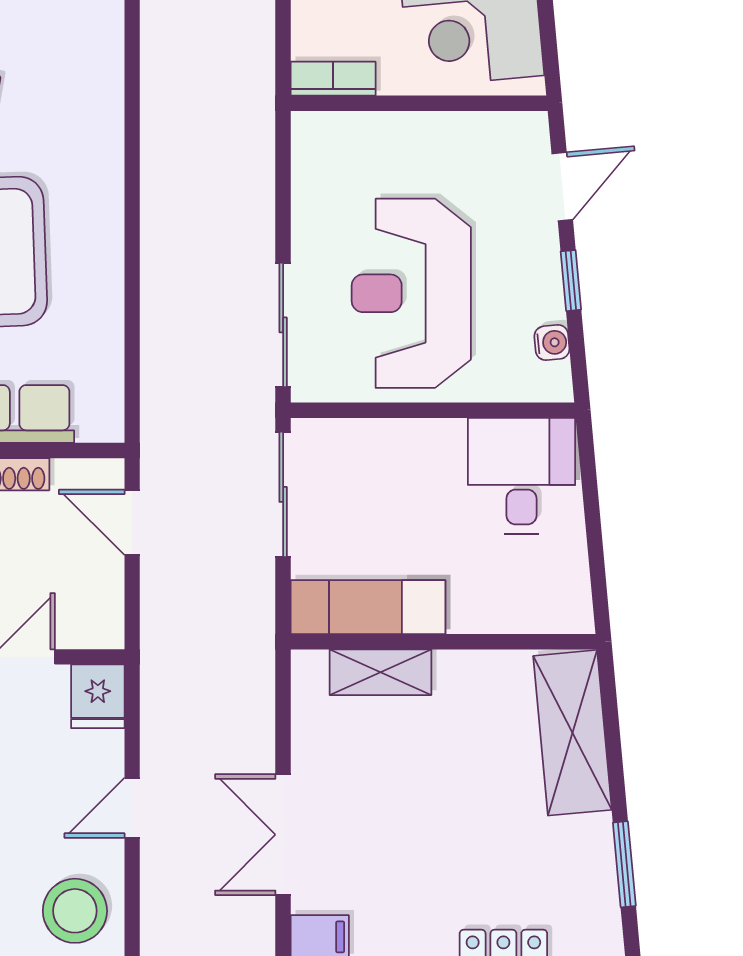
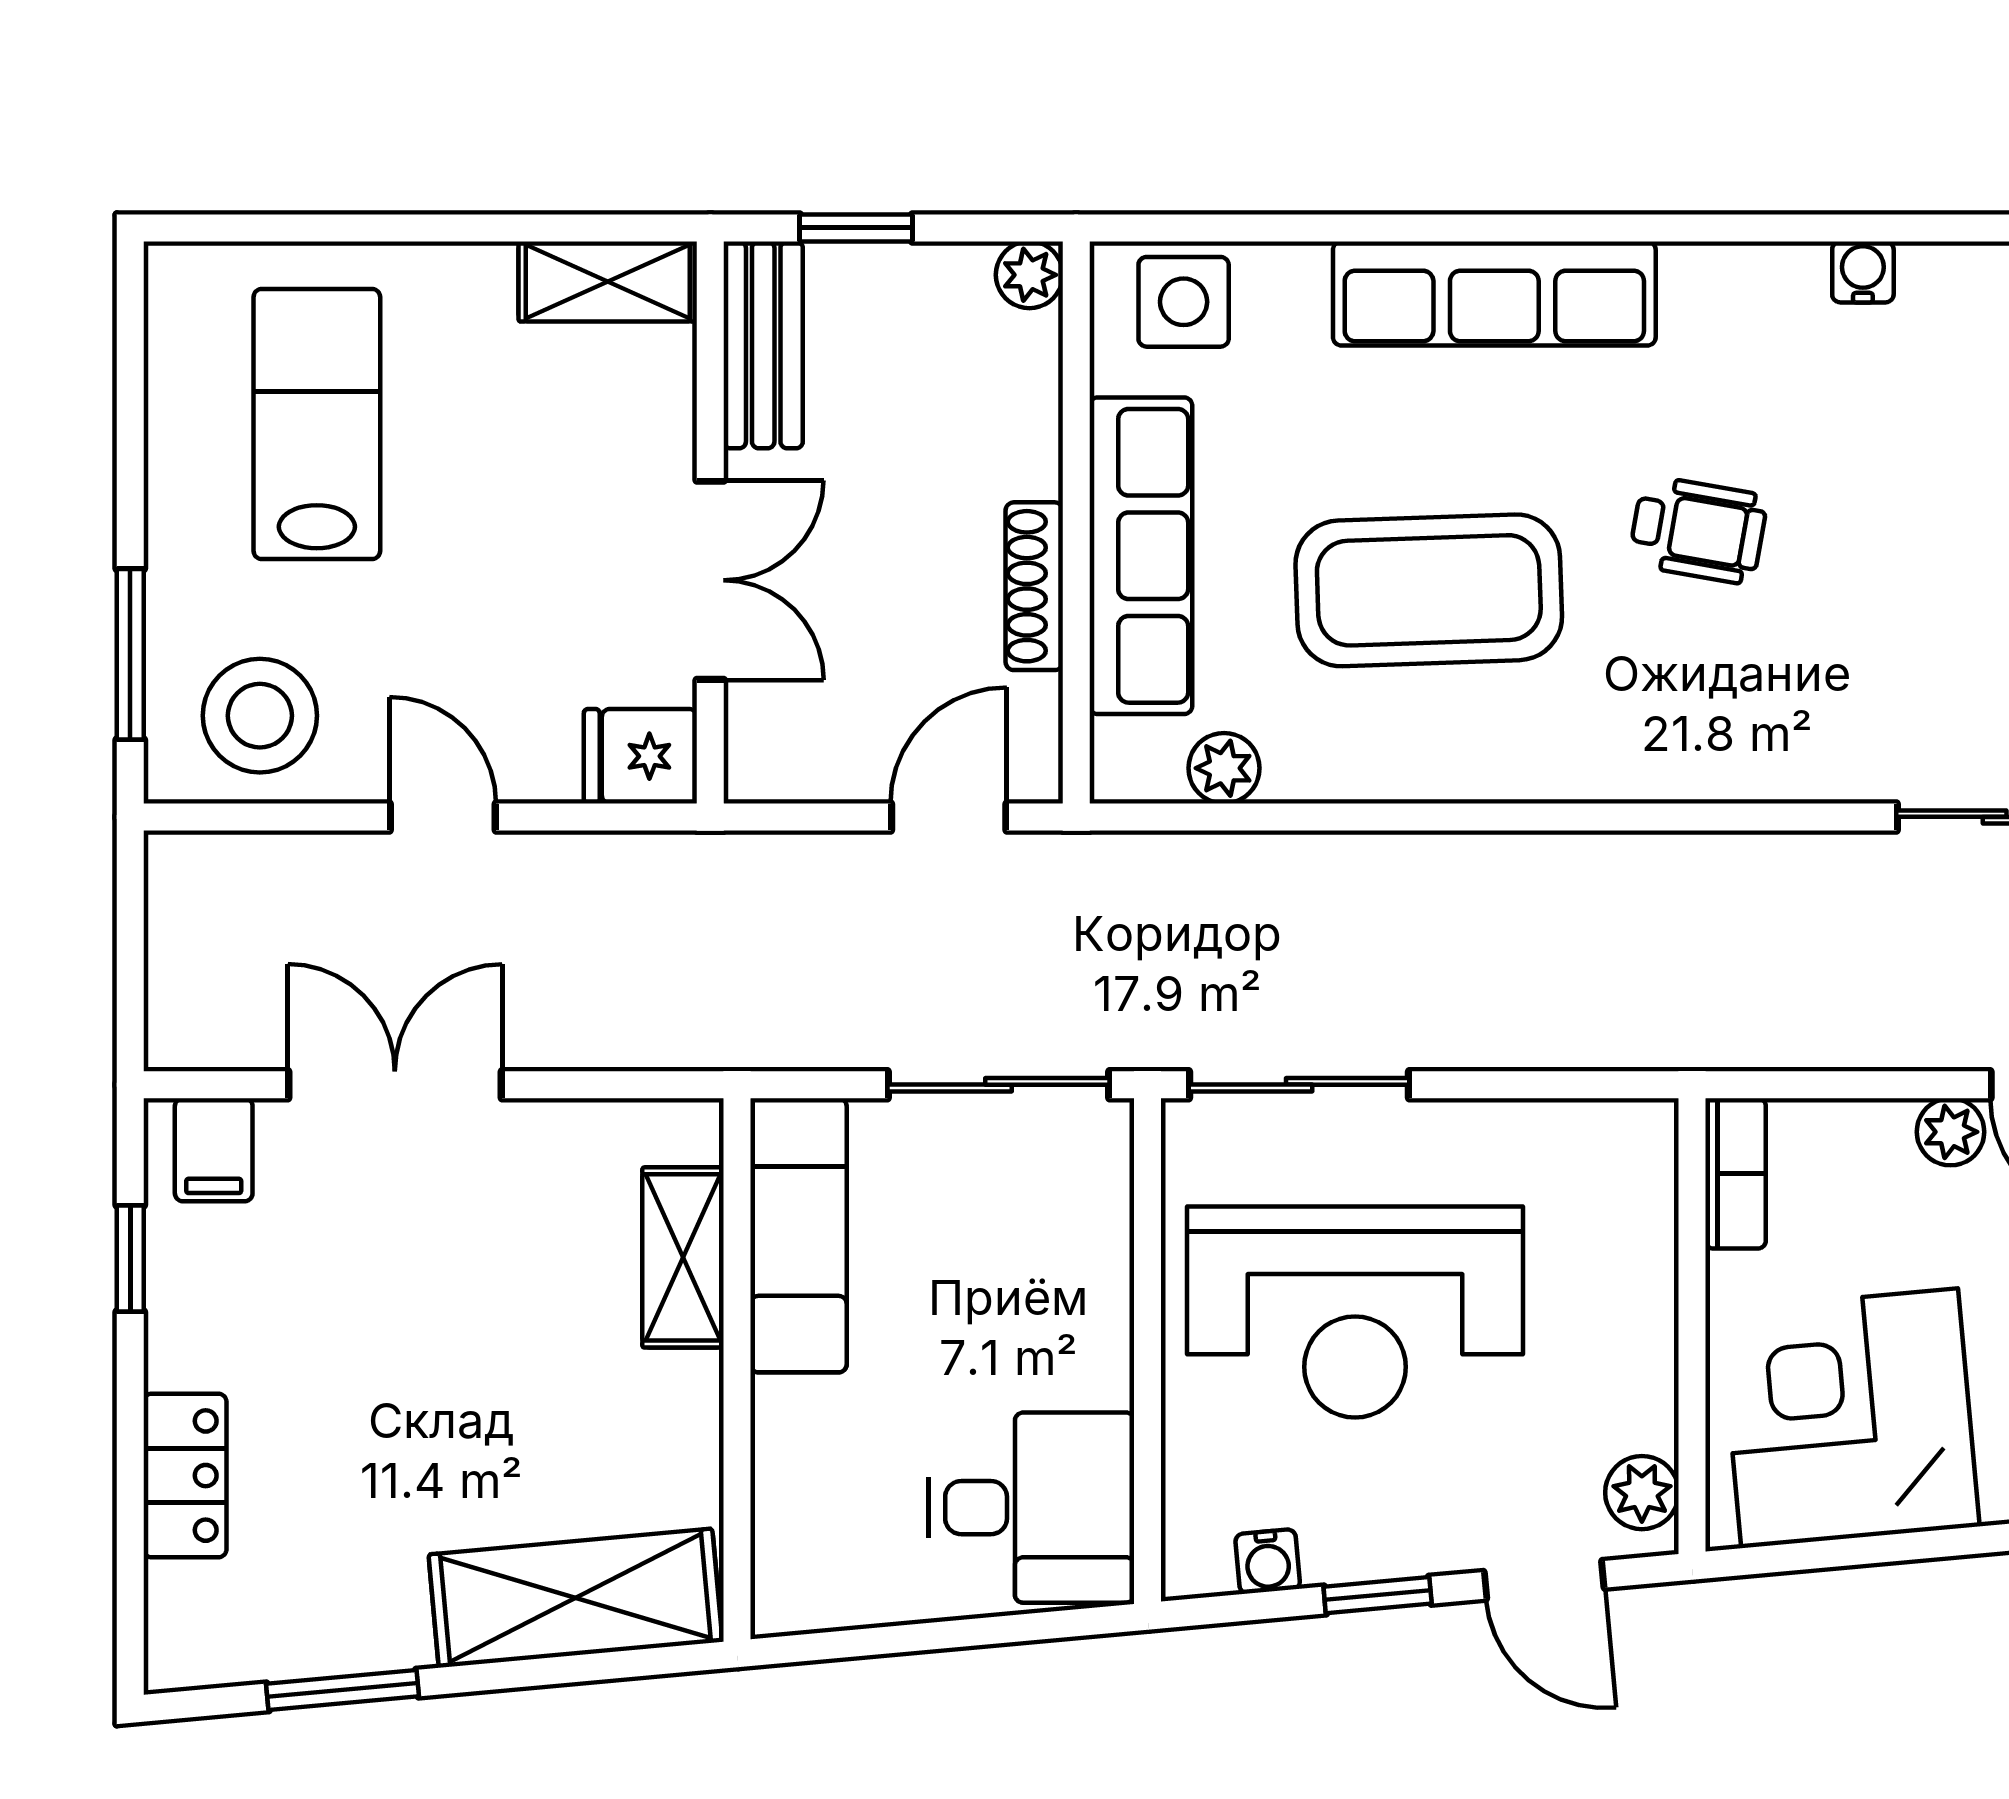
plant: (513, 131) -> (1642, 1493), added
reception desk: (411, 293) -> (1355, 1312), turned 180
plant: (105, 367) -> (1224, 768), added

